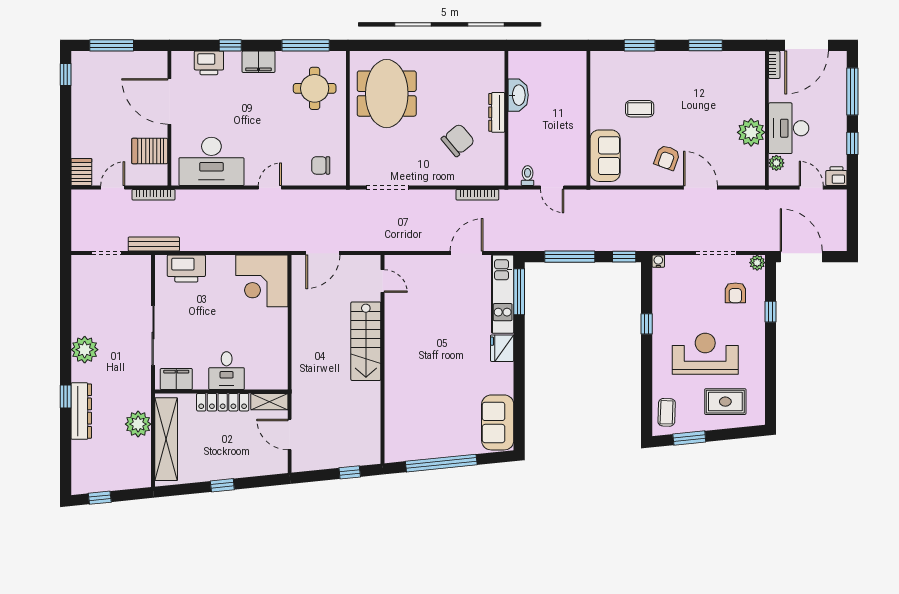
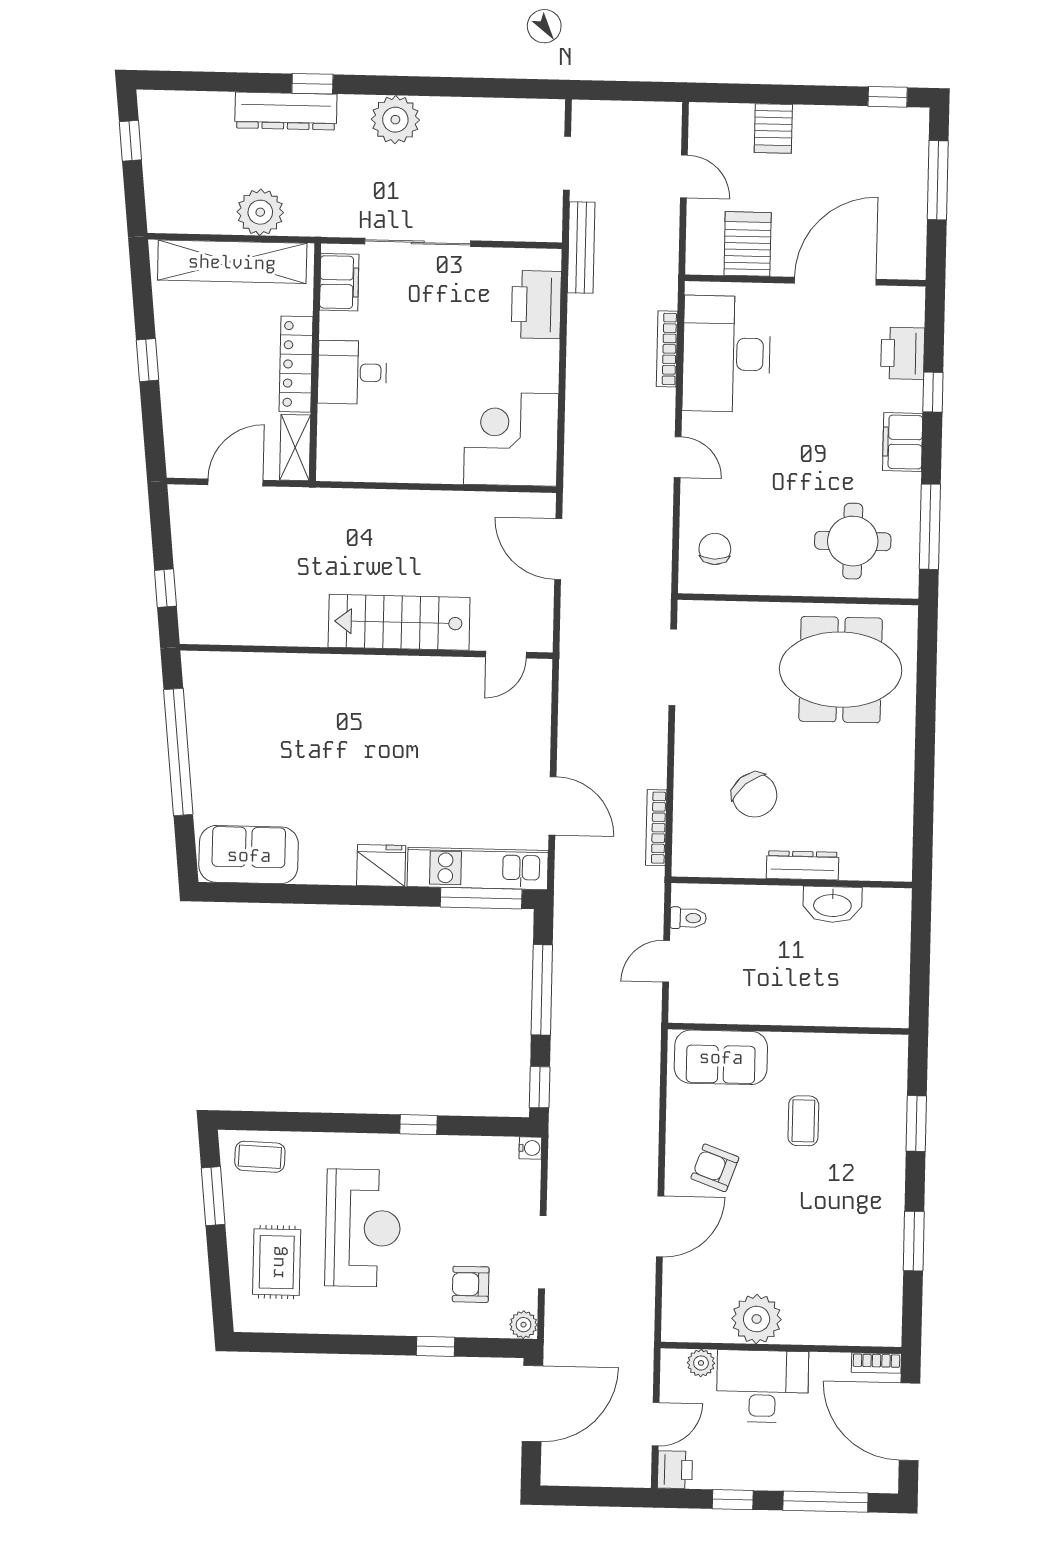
server rack: (81, 172) -> (773, 128), moved, turned 90
bookcase: (154, 195) -> (667, 349), moved

